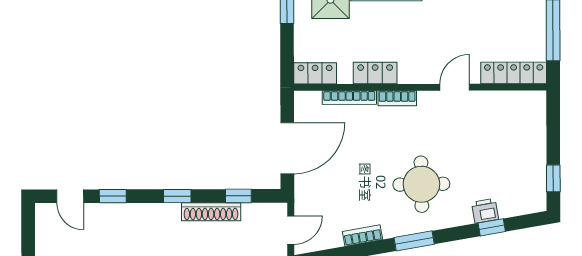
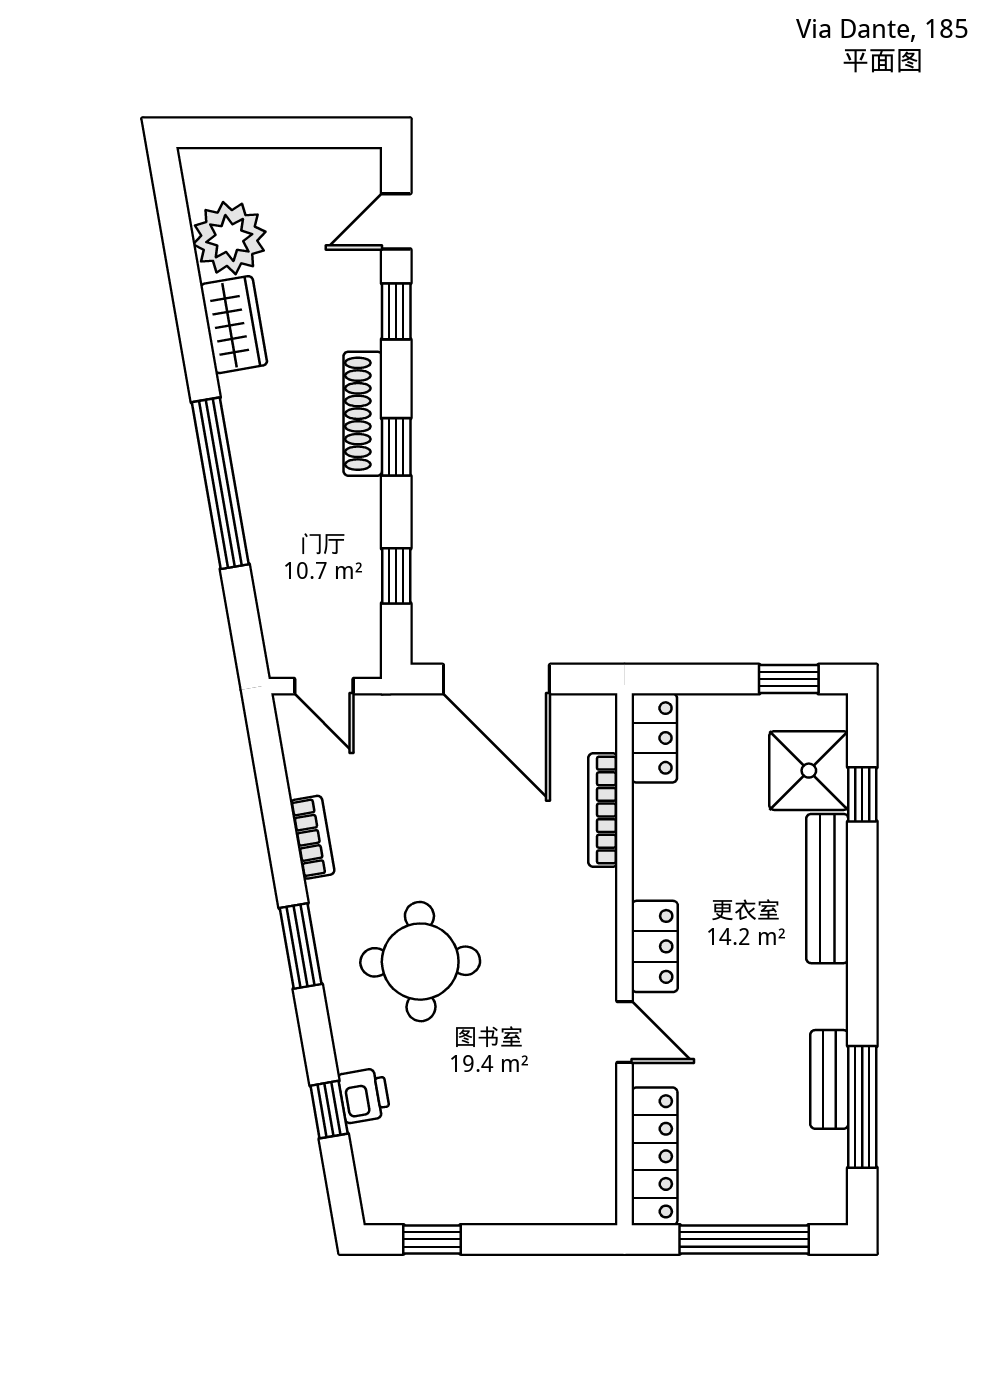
locker: (375, 73) -> (655, 946), moved
bookcase: (397, 98) -> (601, 911), removed
shoe rack: (211, 212) -> (363, 414), moved

